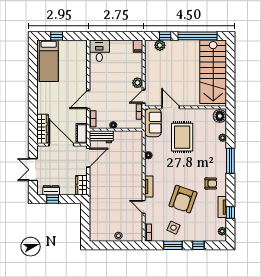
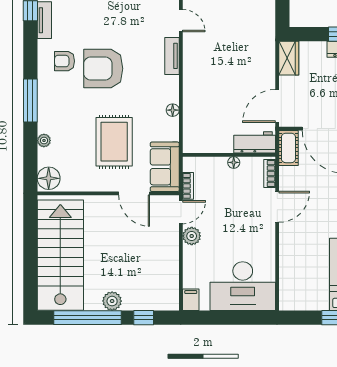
plant: (160, 45) -> (112, 301), moved
desk: (99, 51) -> (243, 286), width x1.87, depth x1.30
armchair: (183, 199) -> (103, 69), moved, turned -109

